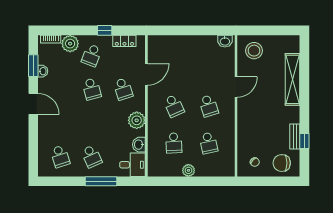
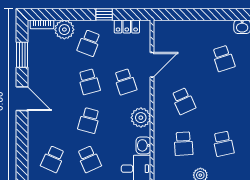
washbasin: (43, 71) -> (33, 61), removed
school desk: (209, 106) -> (223, 58), moved
school desk: (92, 123) -> (89, 120), added
school desk: (60, 156) -> (53, 159), turned 42

